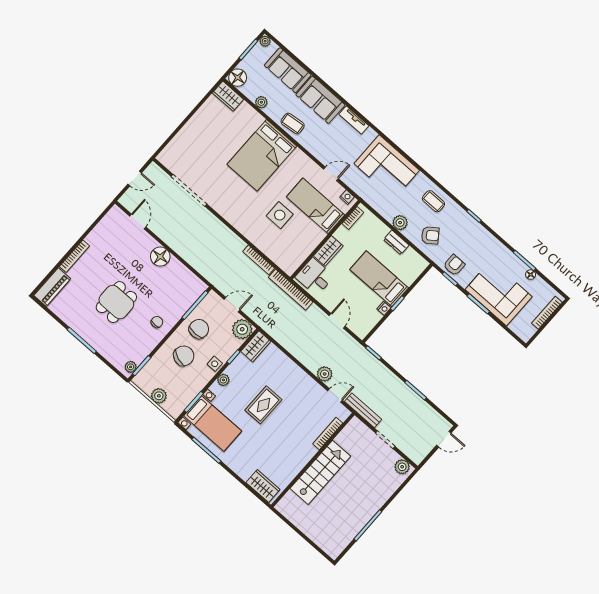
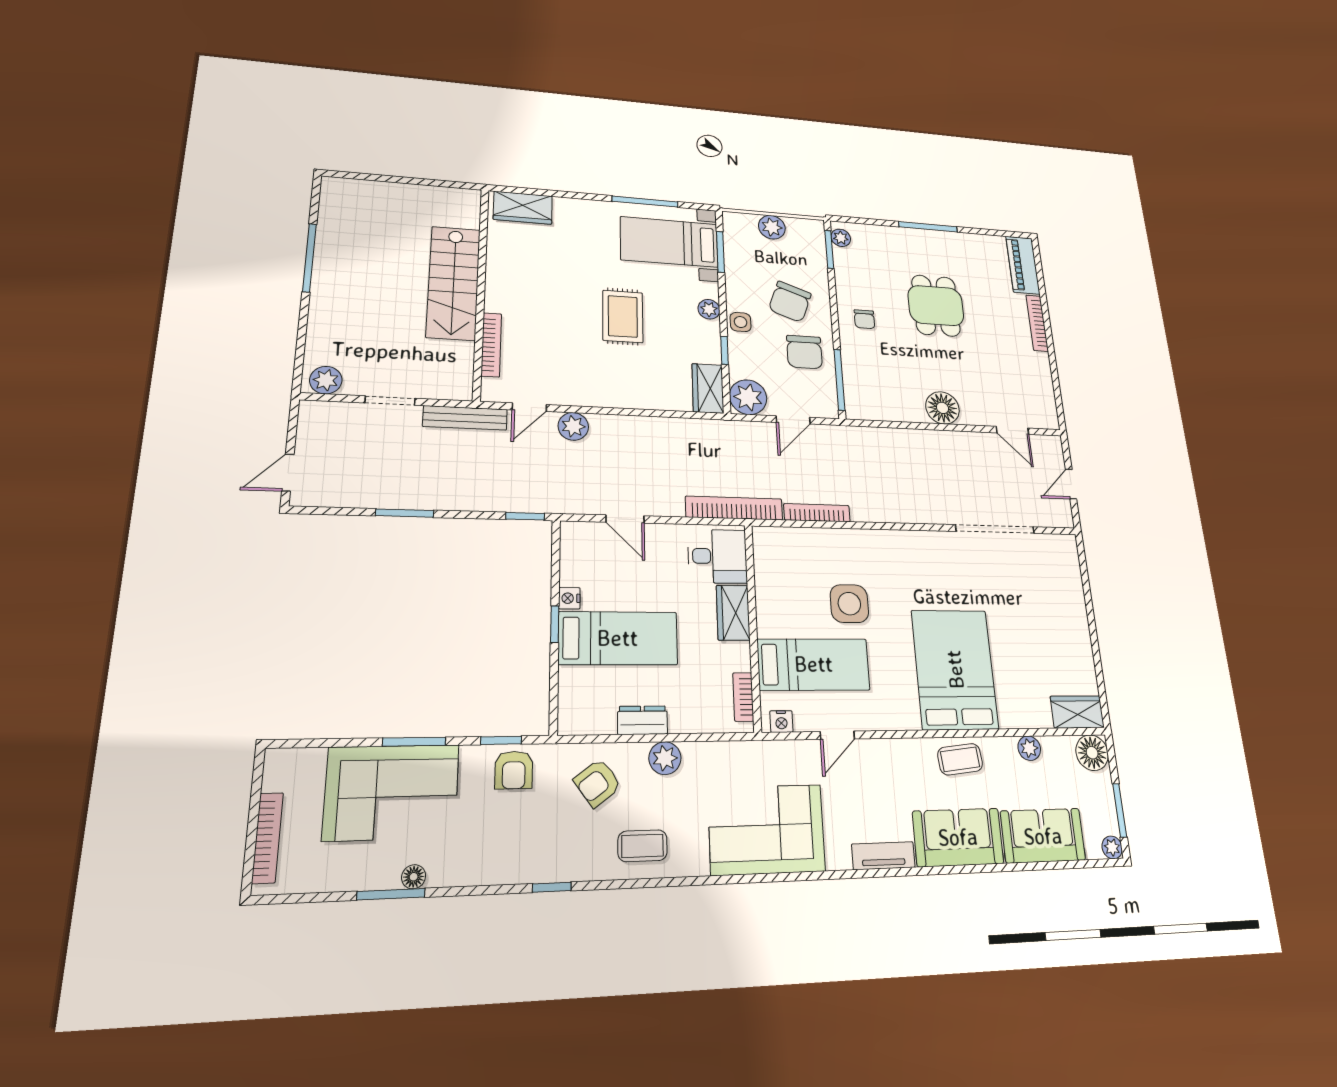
floor lamp: (531, 275) -> (414, 877), moved

